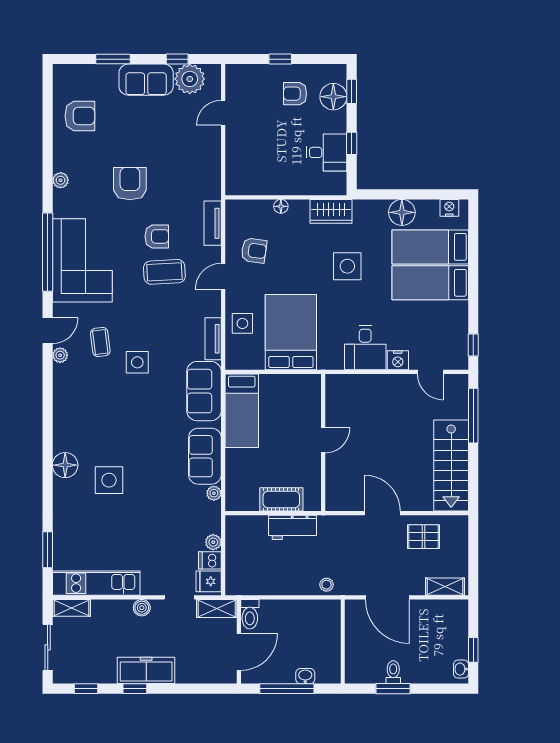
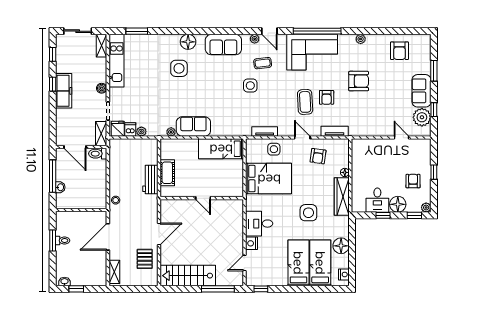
plant: (339, 72) -> (426, 208), added
floor lamp: (333, 97) -> (398, 204), moved
wardrobe: (331, 211) -> (342, 197), width x1.50
sofa: (204, 391) -> (223, 45), moved, turned 180

